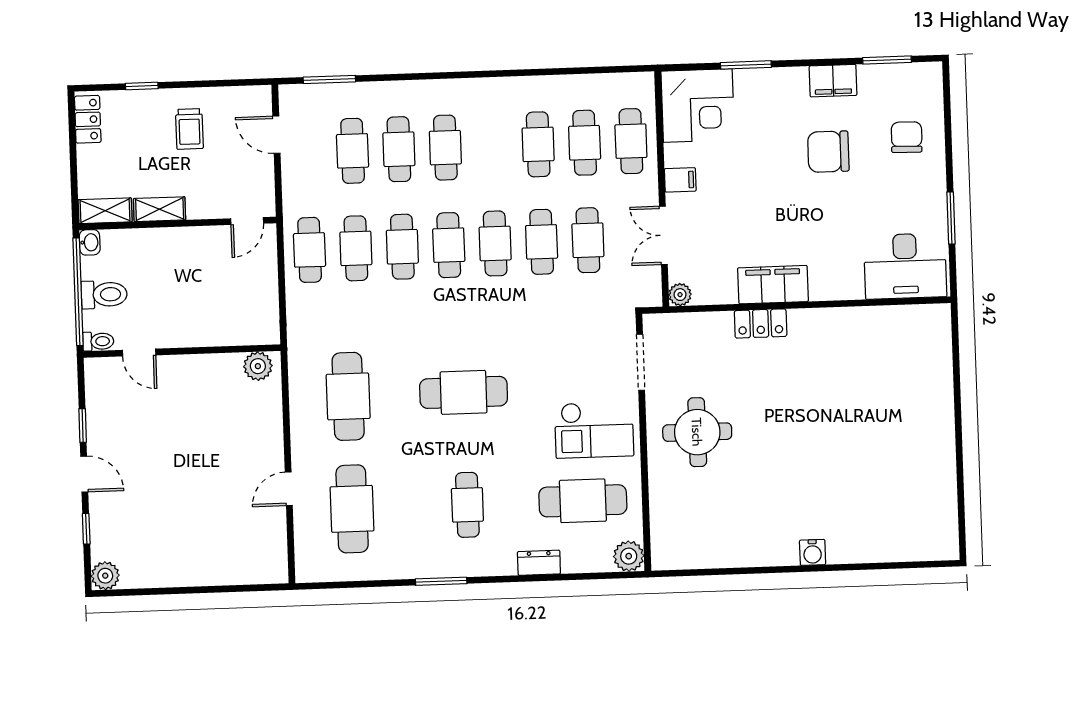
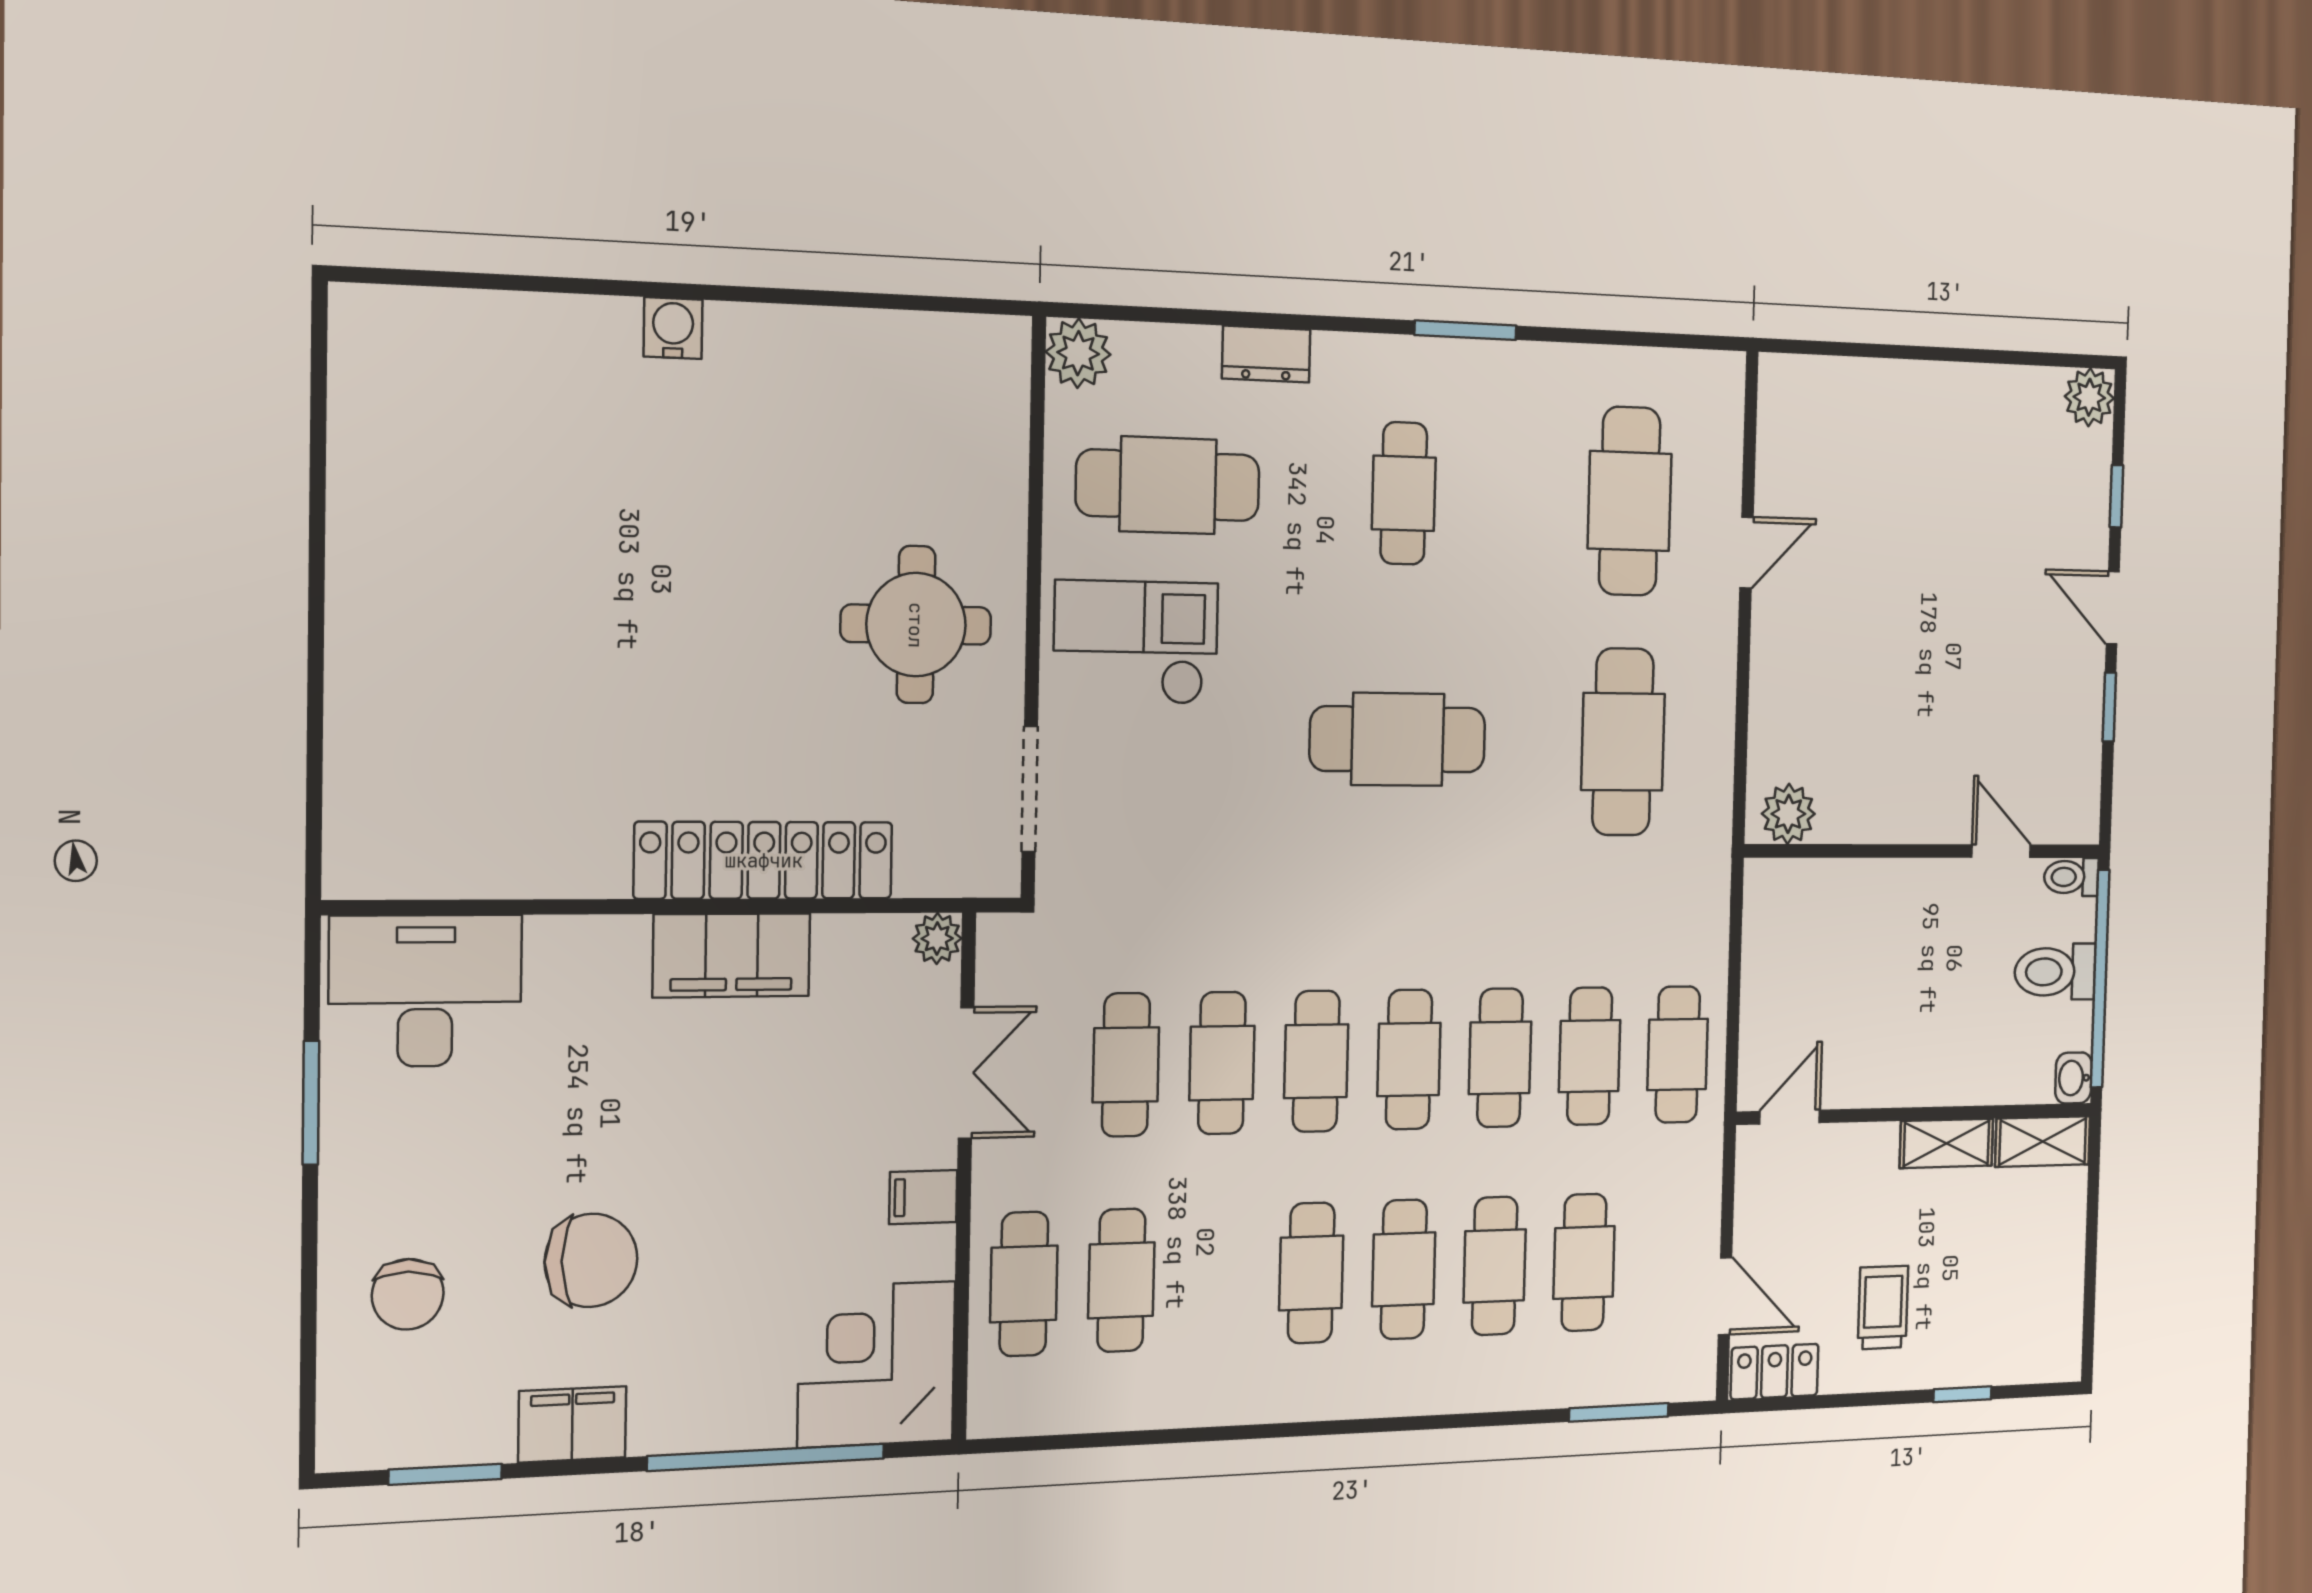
window: (746, 65) -> (766, 1457), width x2.11
locker: (88, 119) -> (1775, 1372), moved, turned 90
cafe table: (538, 144) -> (1311, 1273), moved
locker: (761, 323) -> (764, 860), width x2.16, depth x1.21

